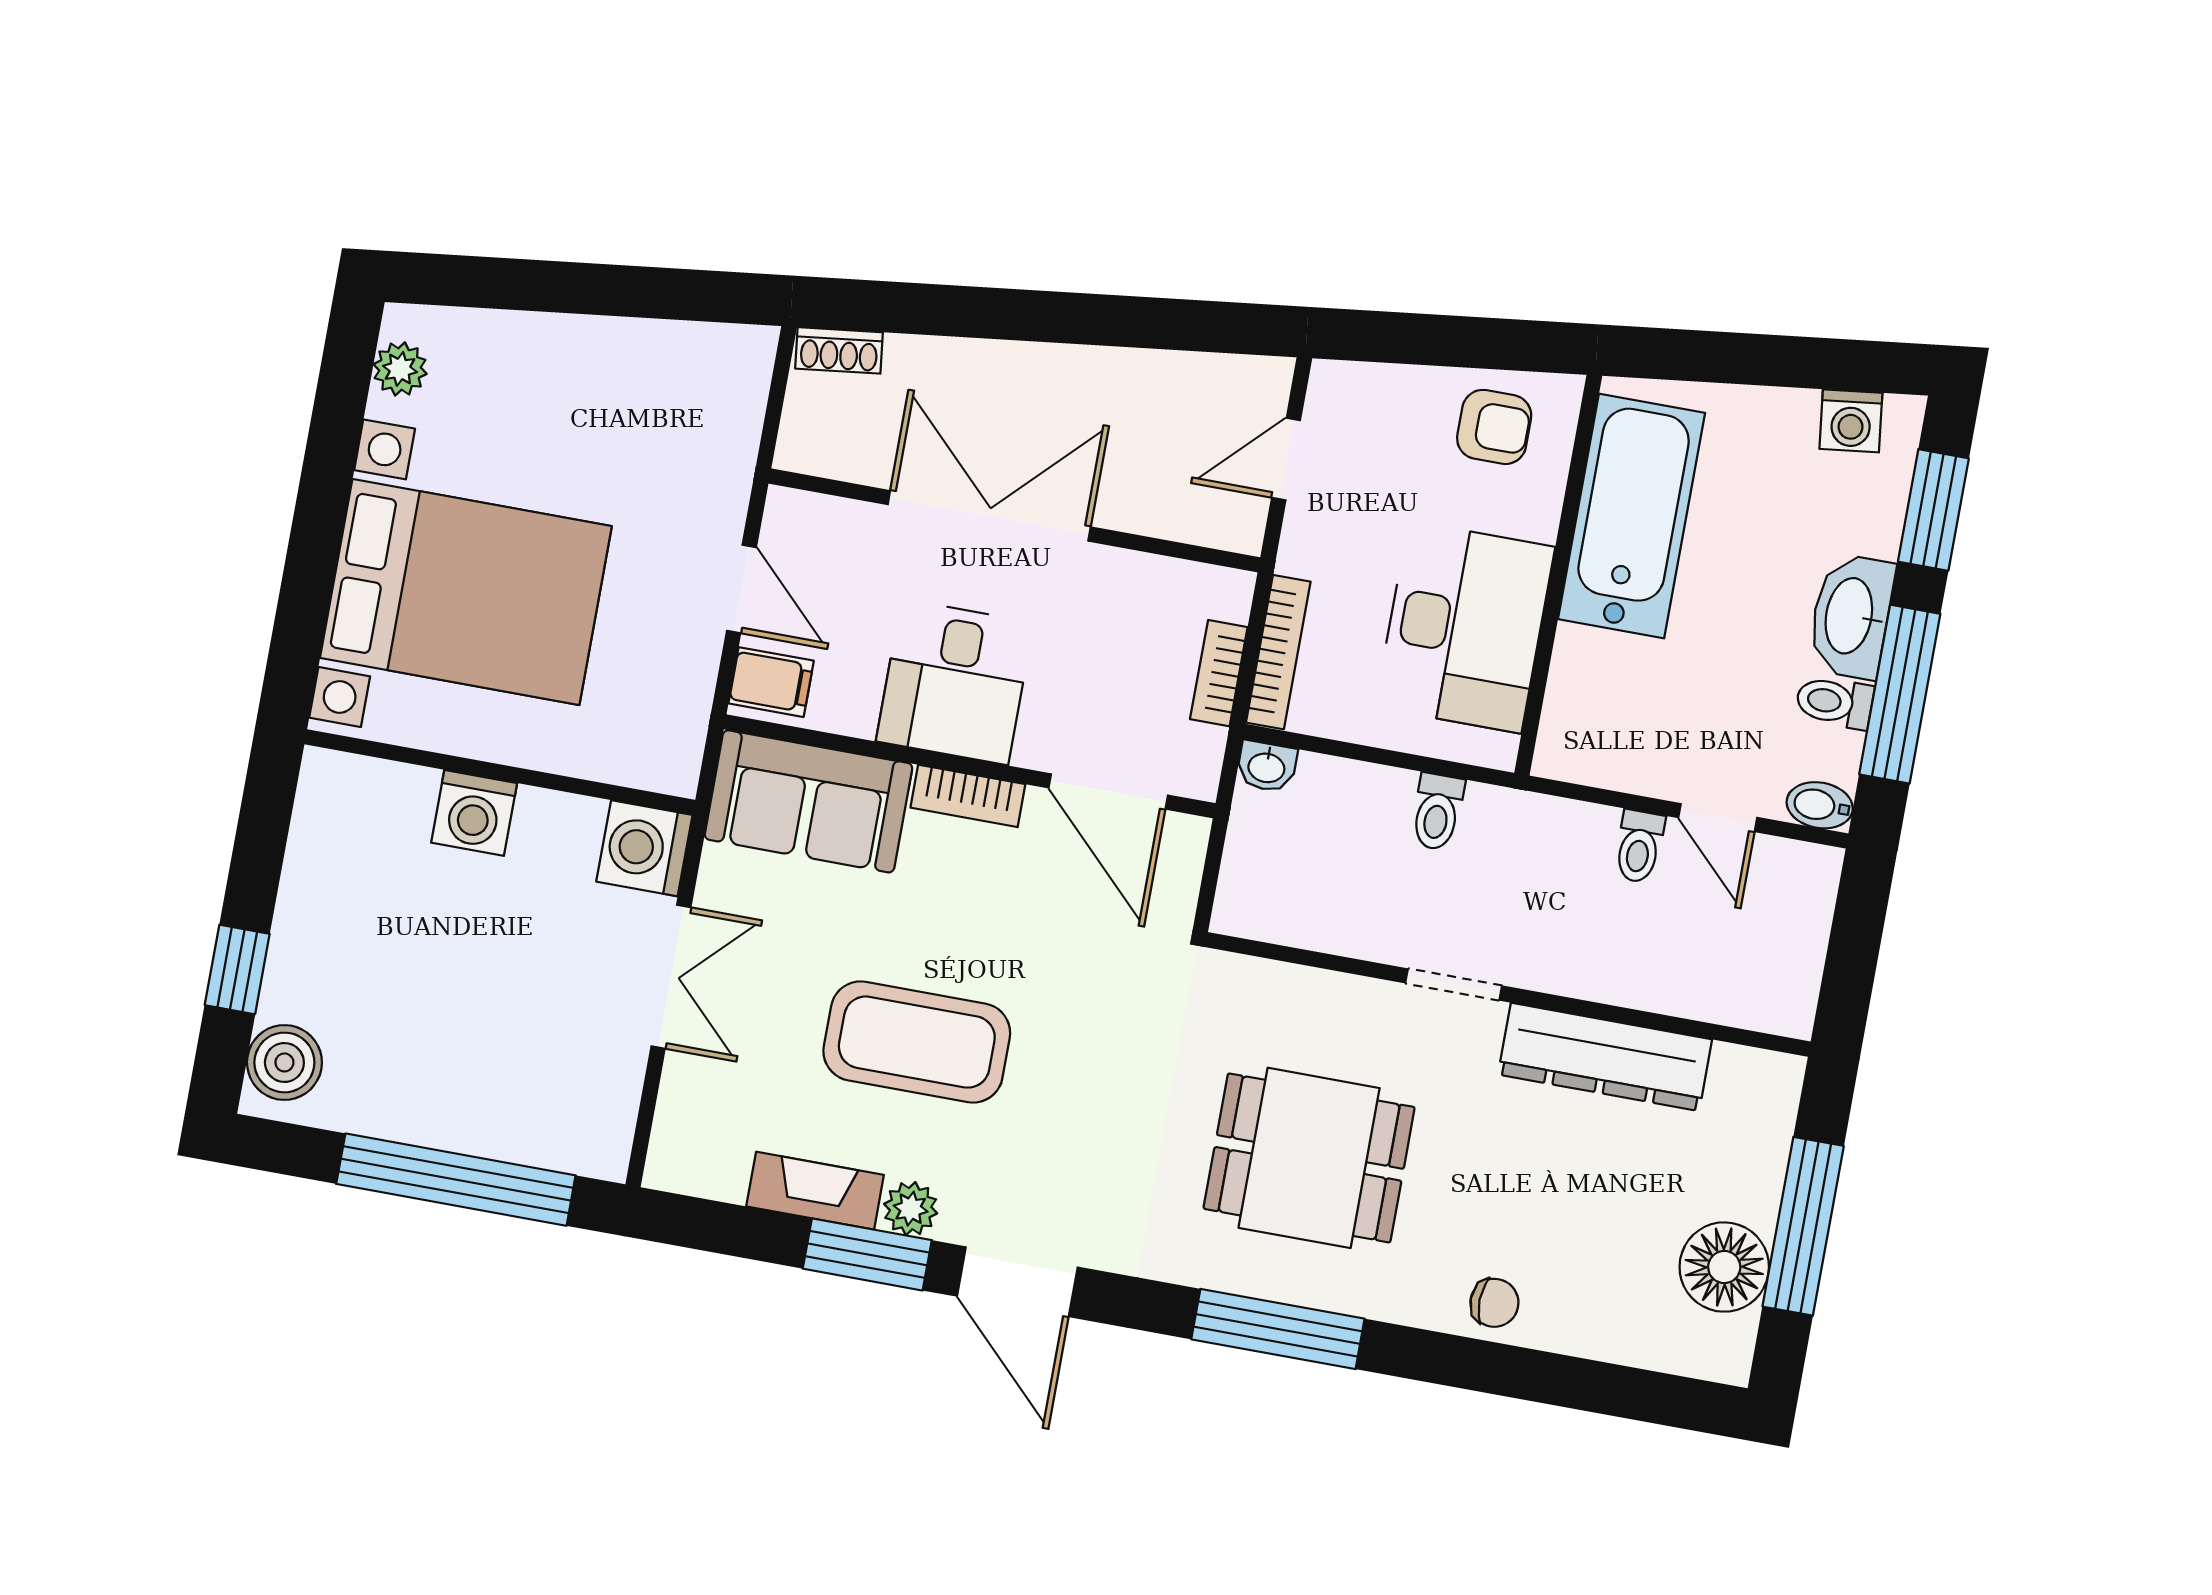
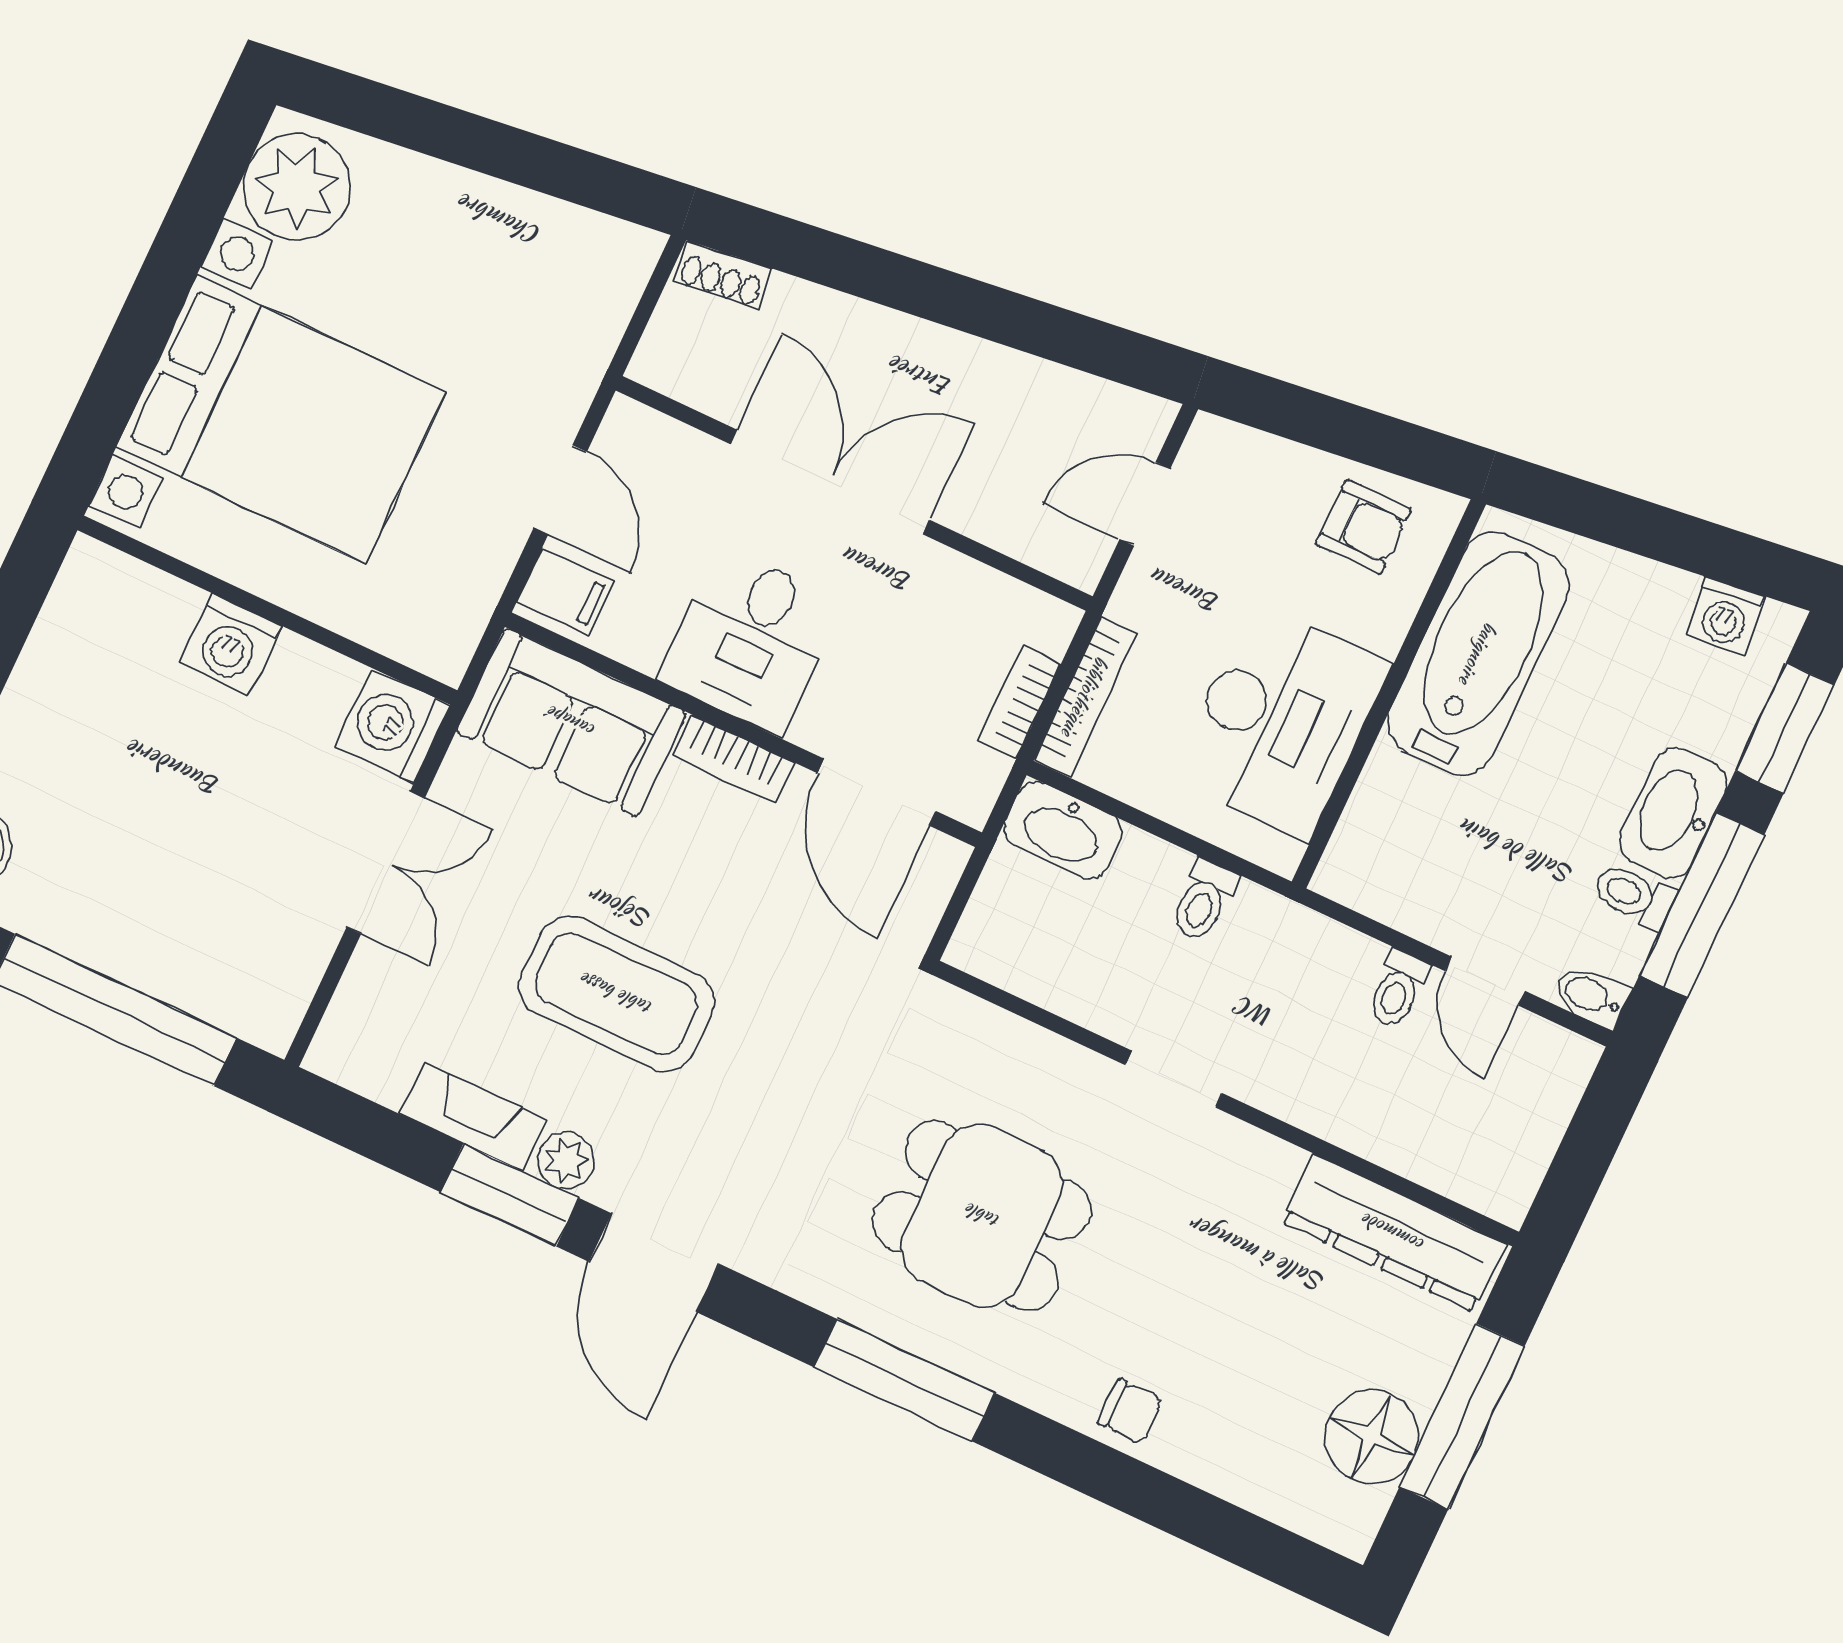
plant: (400, 369) -> (297, 187), width x1.87, depth x1.87
washbasin: (1267, 767) -> (1063, 830), width x1.91, depth x1.45
dresser: (1605, 1057) -> (1393, 1233), moved

